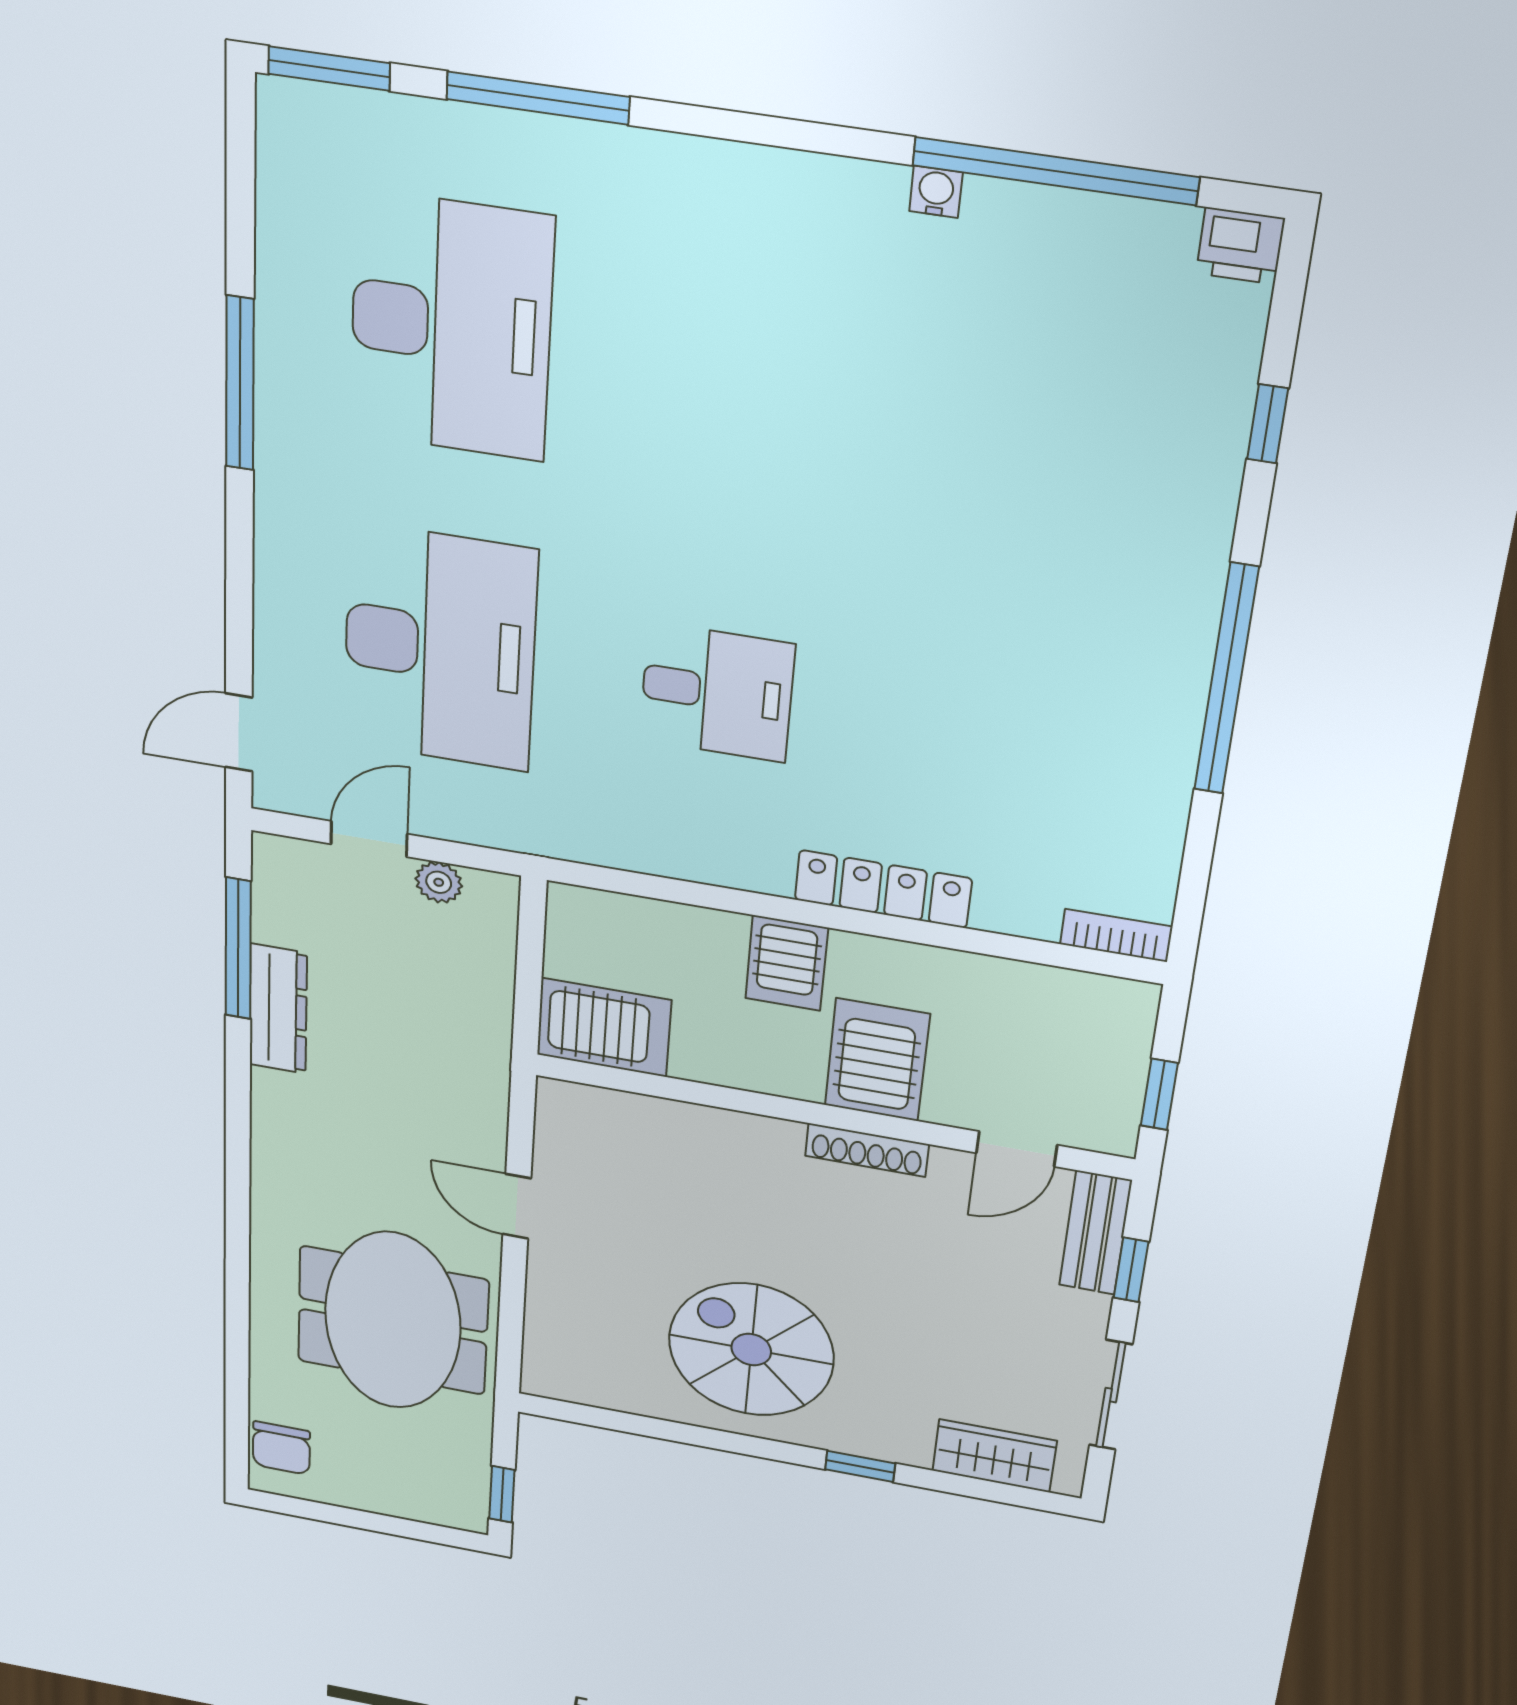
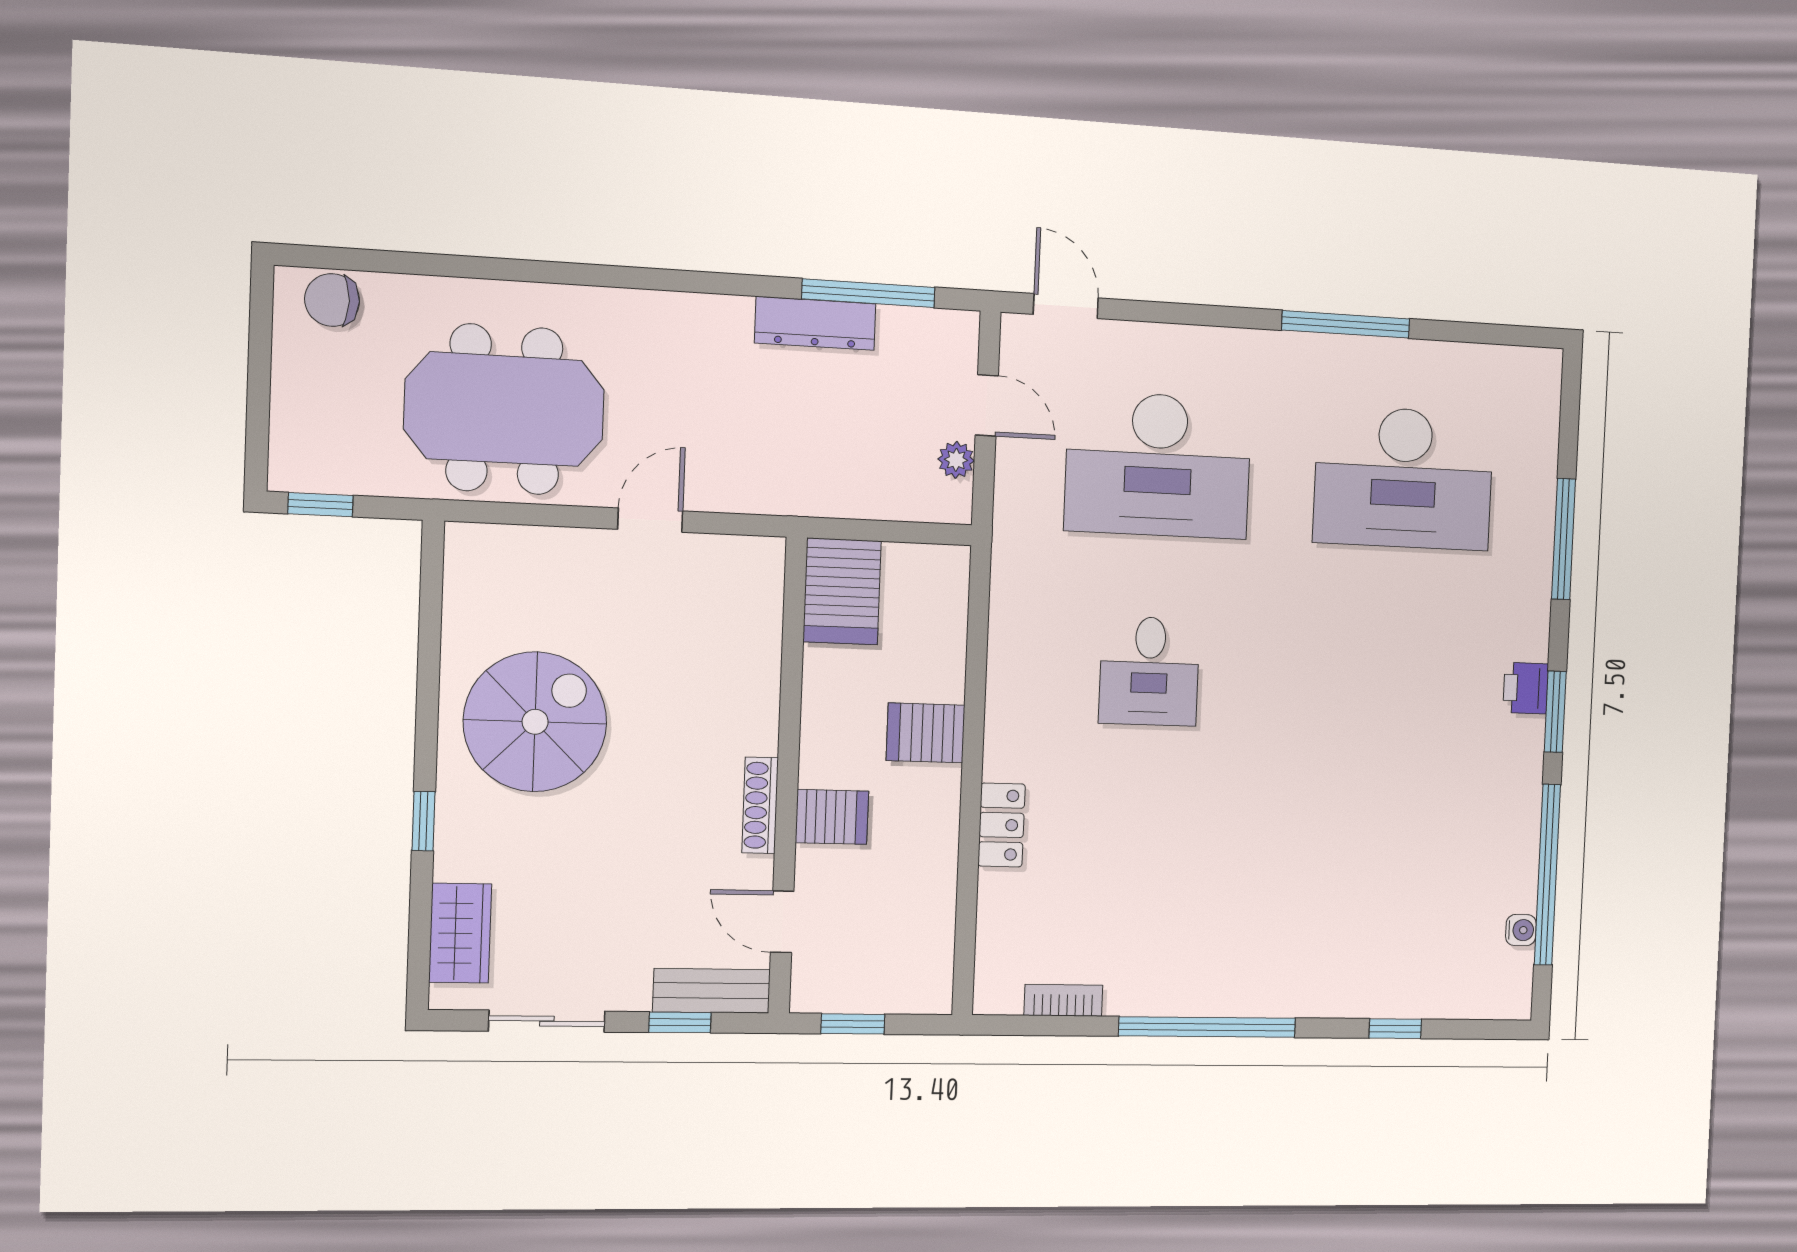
window: (329, 69) -> (1555, 712), moved
water cooler: (936, 192) -> (1521, 930), moved
printer: (1240, 246) -> (1526, 688), moved
locker: (883, 889) -> (1002, 825), width x0.66
bookcase: (1116, 935) -> (1063, 1000), moved, turned -90
server rack: (877, 1060) -> (832, 817), width x0.73, depth x0.70

